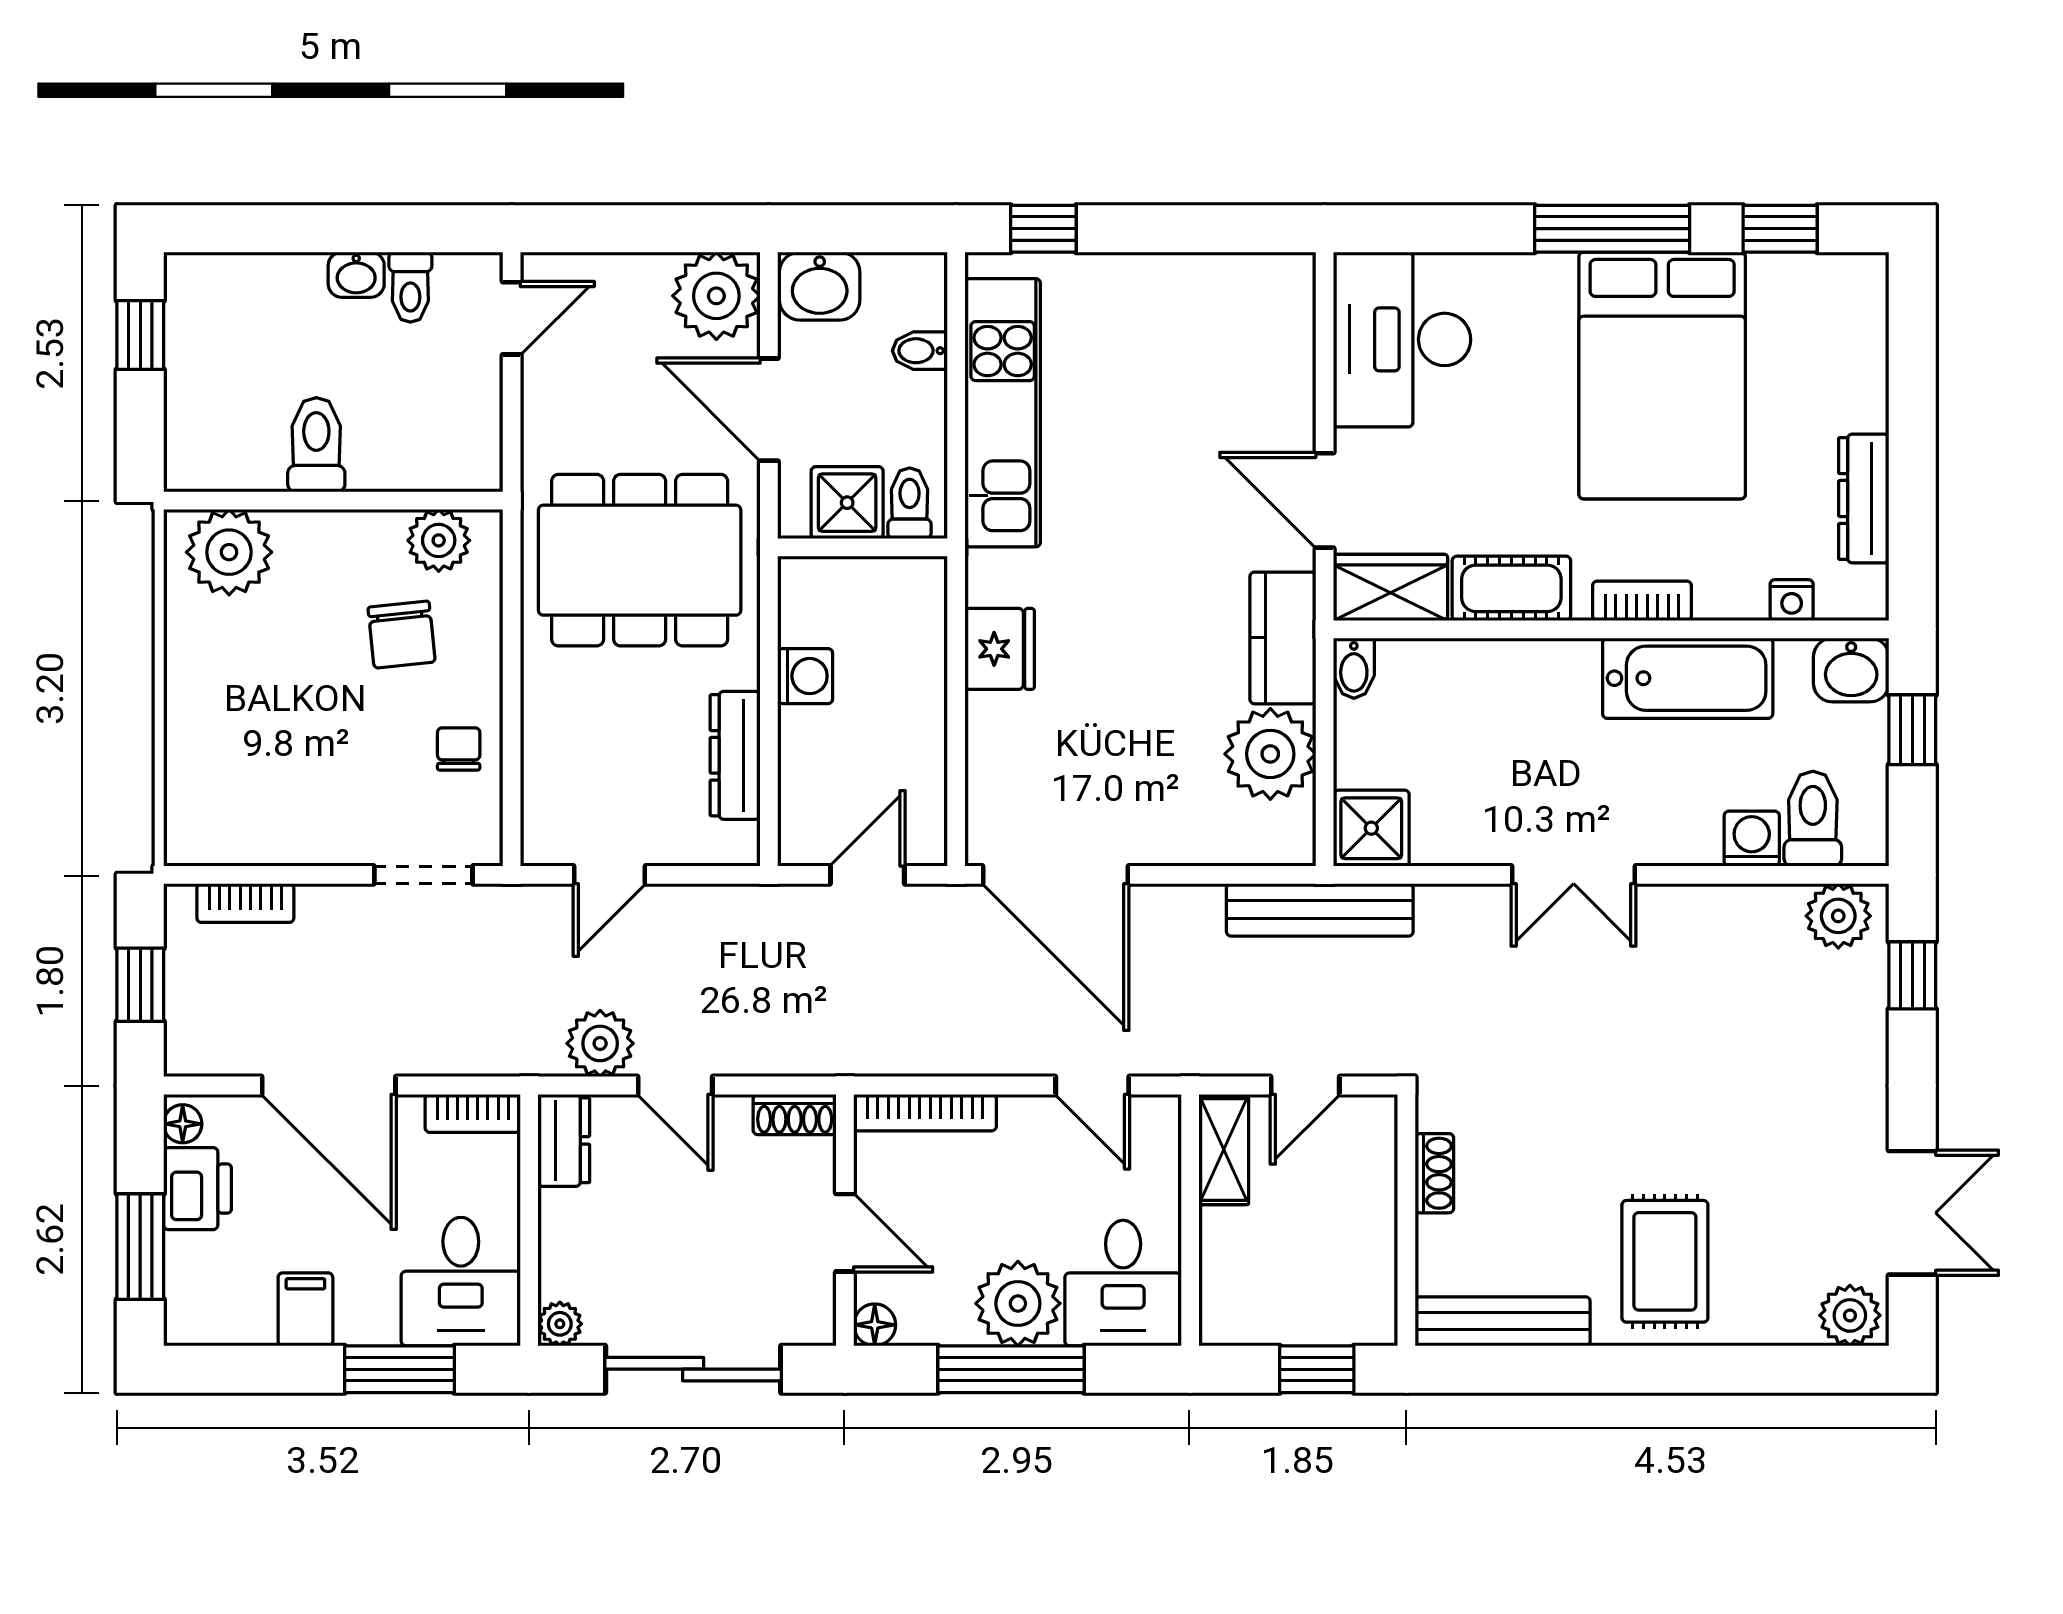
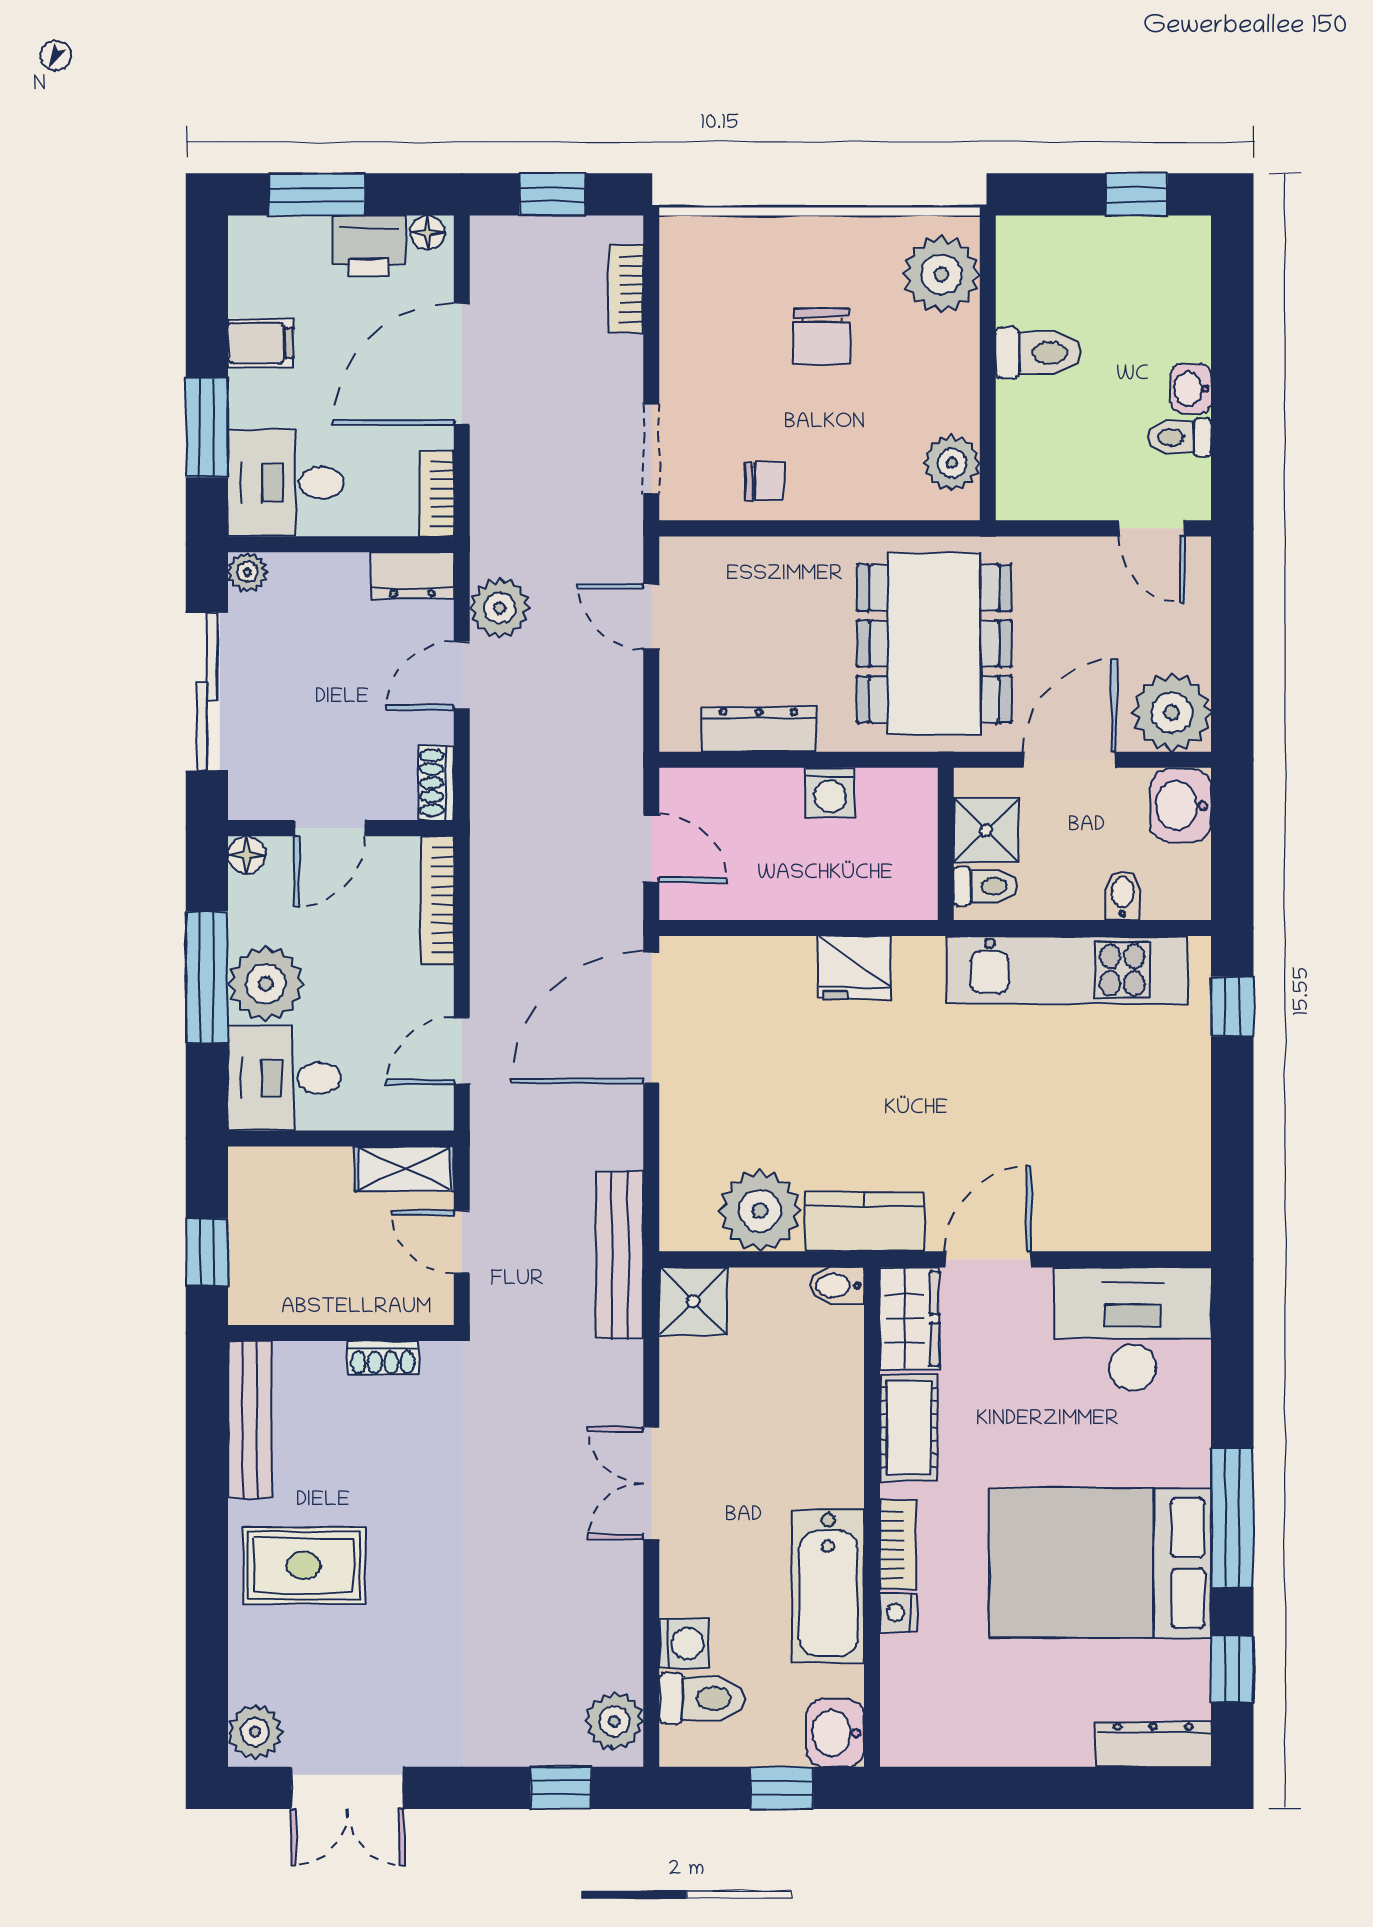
dresser: (1864, 498) -> (1153, 1744), moved
nightstand: (1792, 600) -> (898, 1613), moved
chair: (402, 635) -> (822, 336), moved, turned -84

